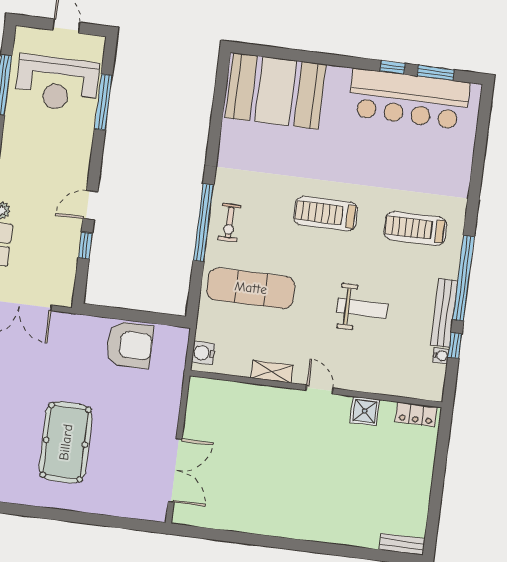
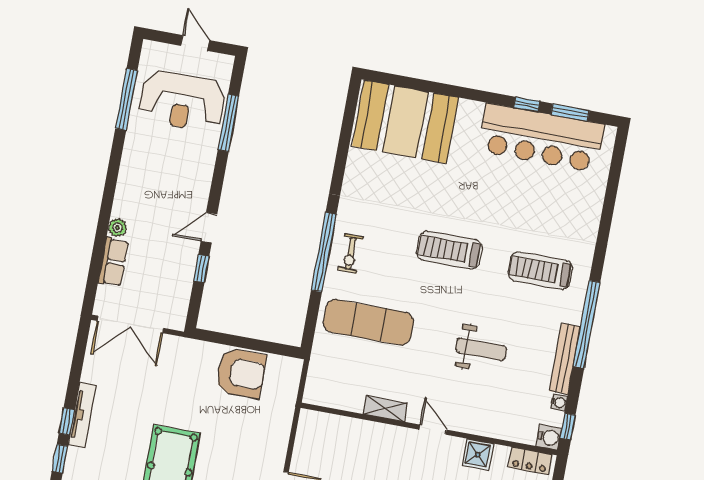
window: (455, 346) -> (568, 427), moved
water cooler: (203, 353) -> (549, 437), moved, turned 180

